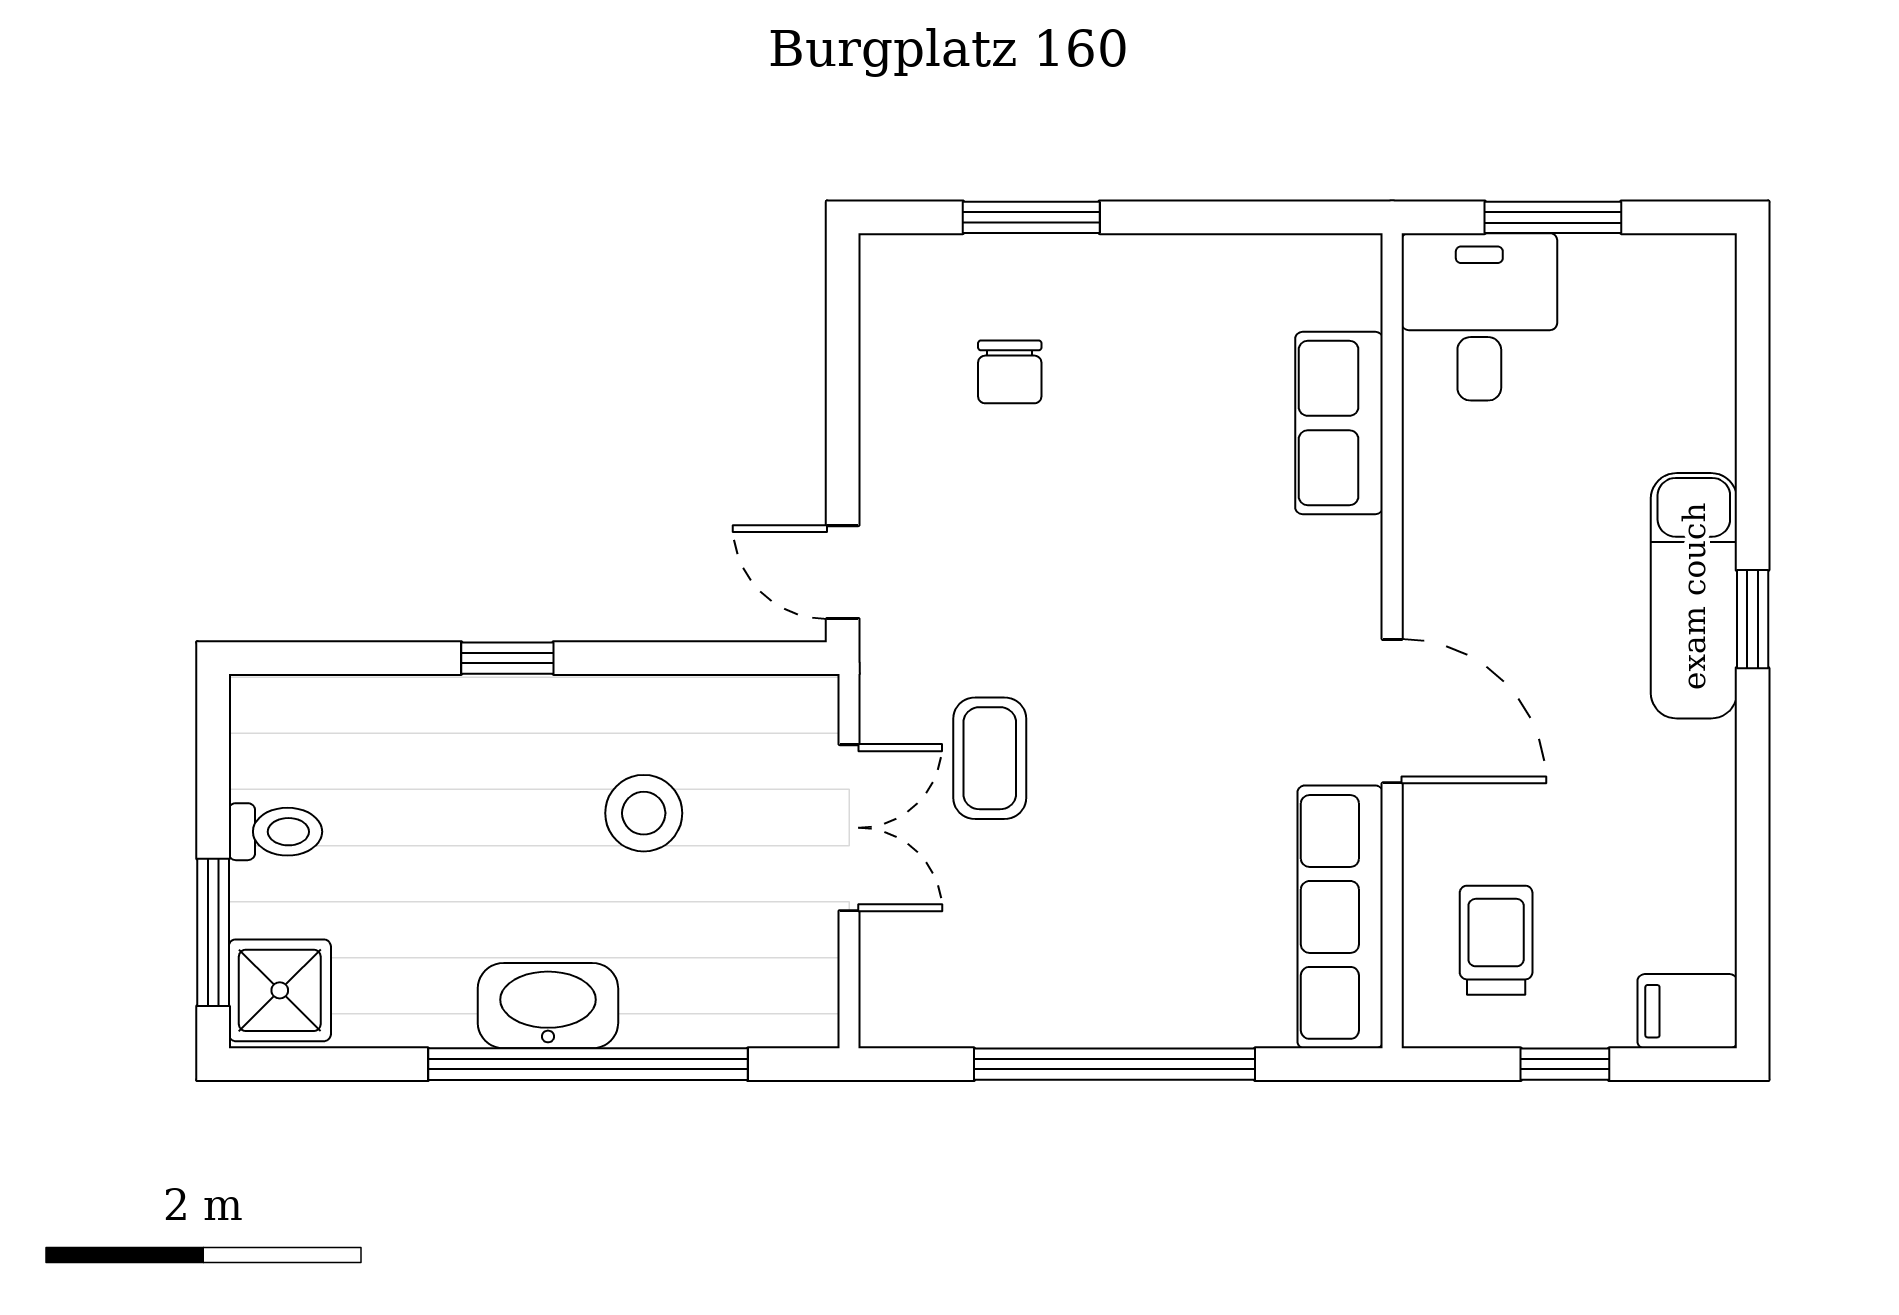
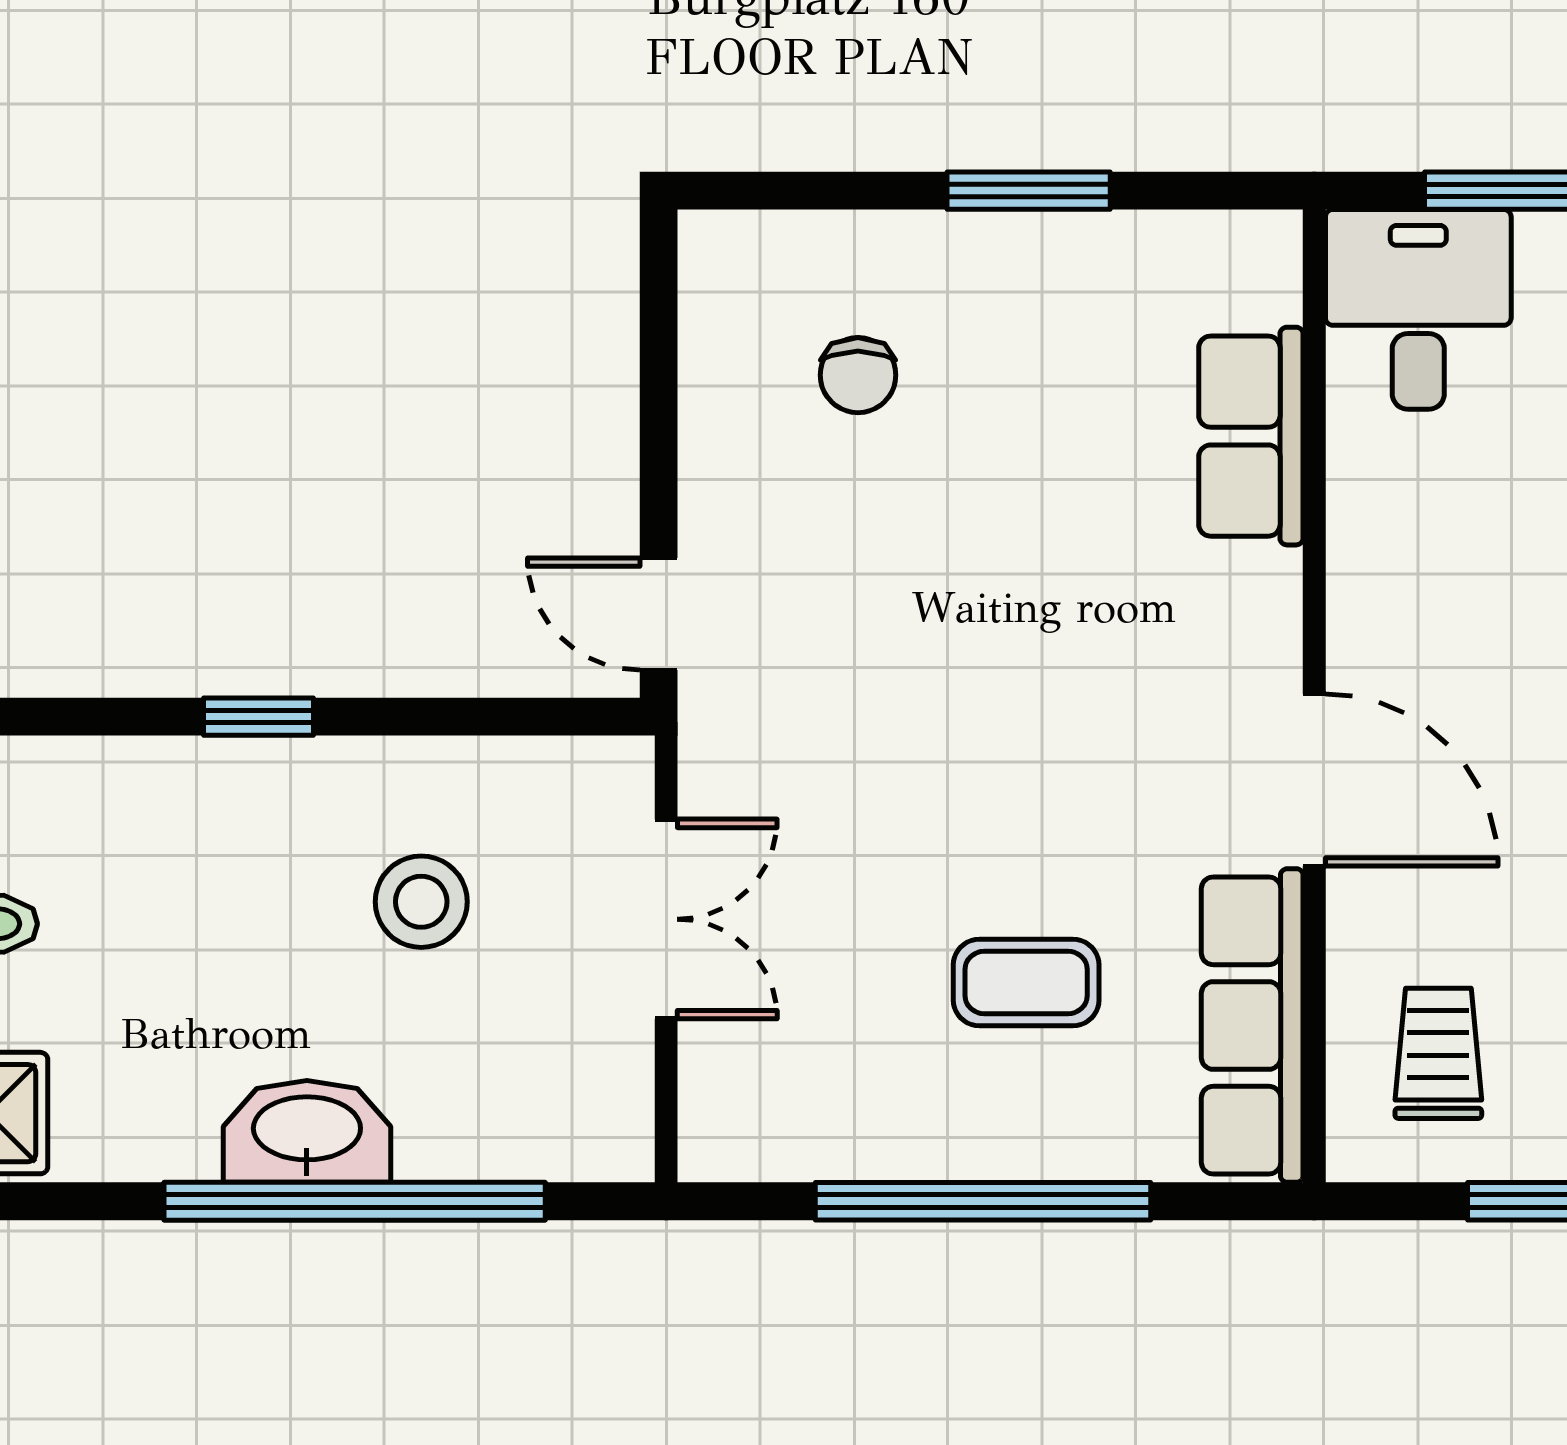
window: (1031, 217) -> (1029, 191), moved
coffee table: (990, 758) -> (1026, 982), moved, turned 90

